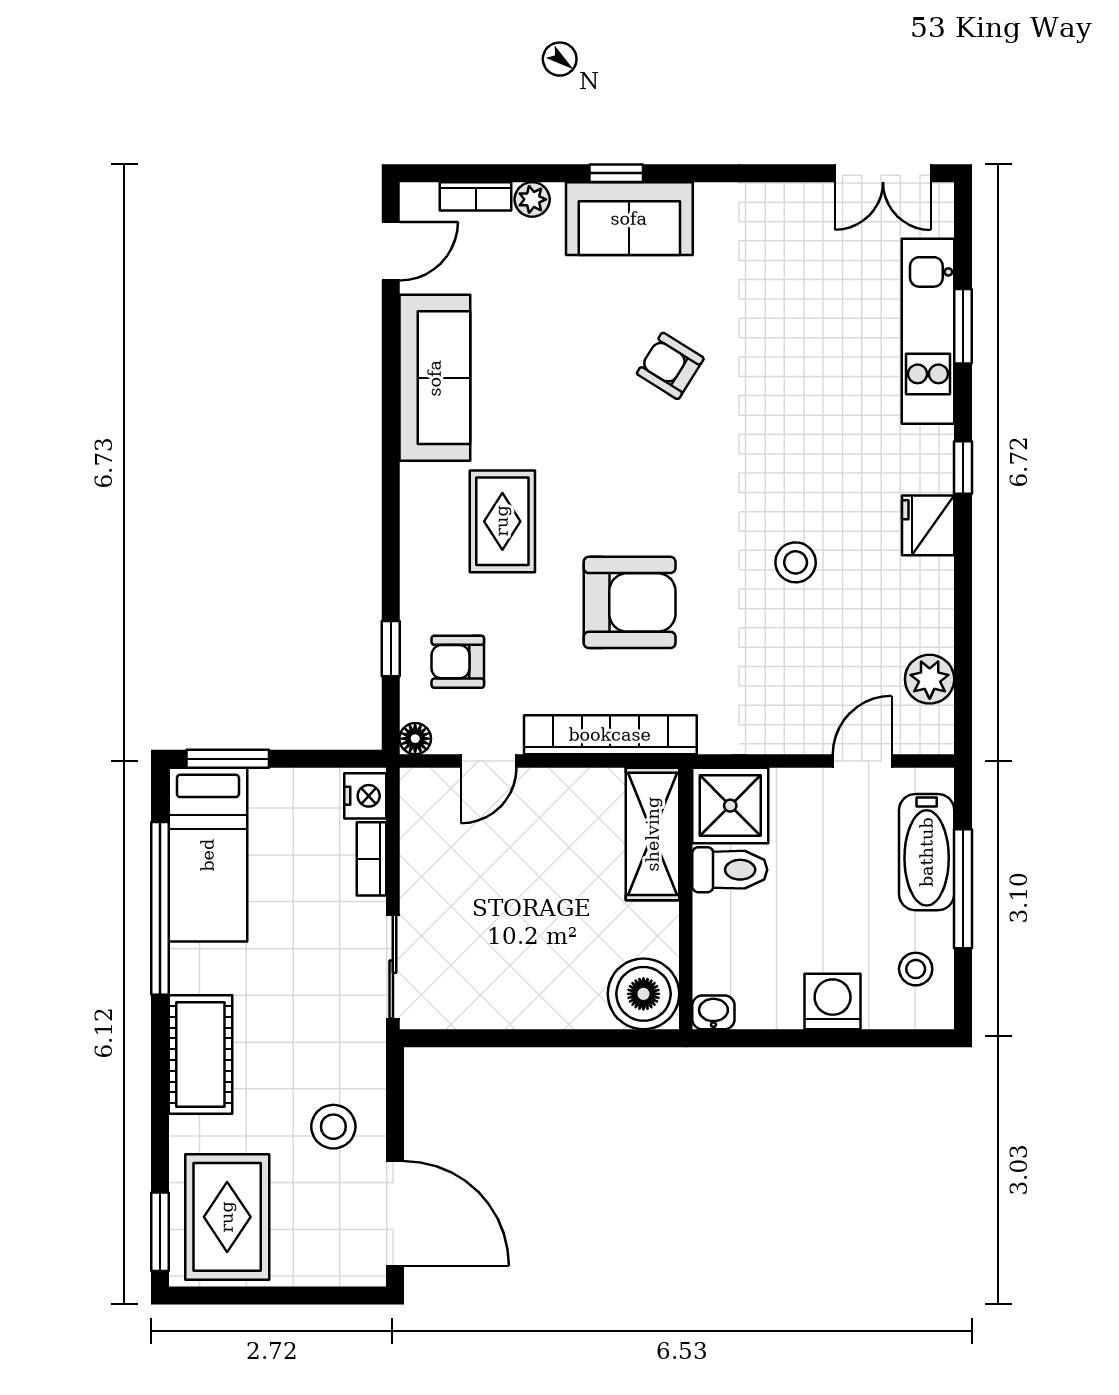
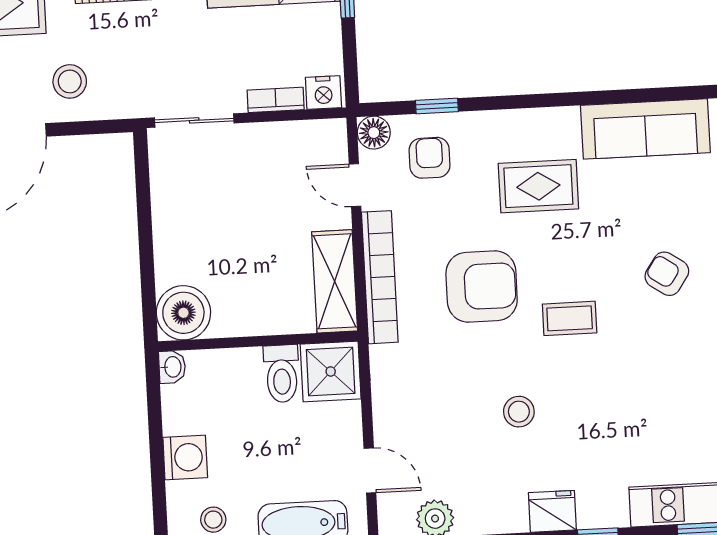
armchair: (670, 366) -> (667, 274), moved, turned -88
coffee table: (677, 490) -> (570, 318), added
armchair: (630, 602) -> (482, 286), turned -90
floor lamp: (415, 739) -> (374, 133), width x1.37, depth x1.37
shelving: (653, 834) -> (335, 281), moved, turned 90

